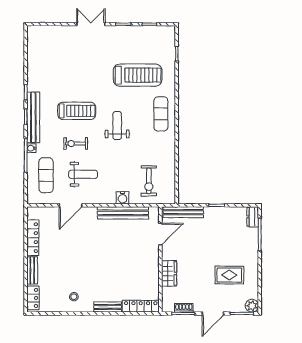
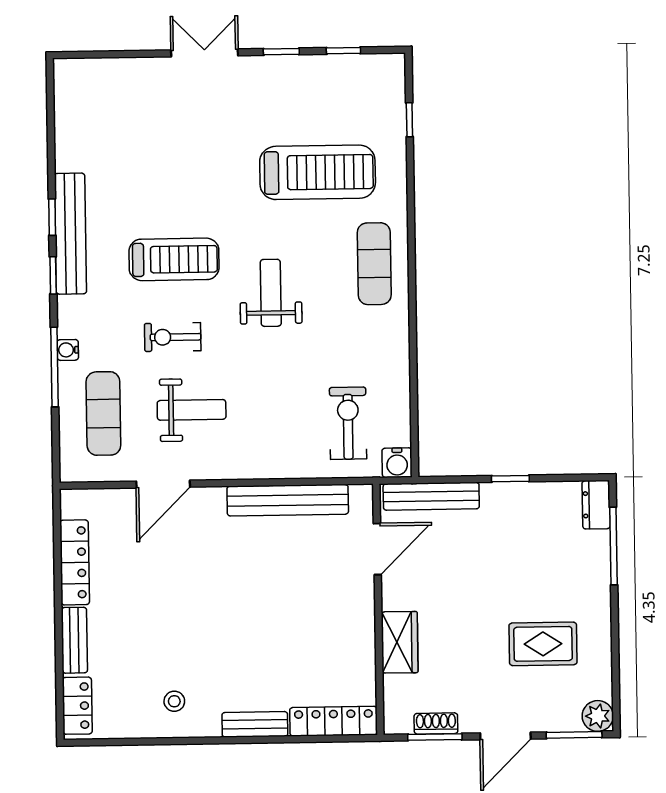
bench: (33, 117) -> (70, 234), moved
exercise bike: (149, 181) -> (348, 423), turned 180
water cooler: (122, 198) -> (397, 463), moved

